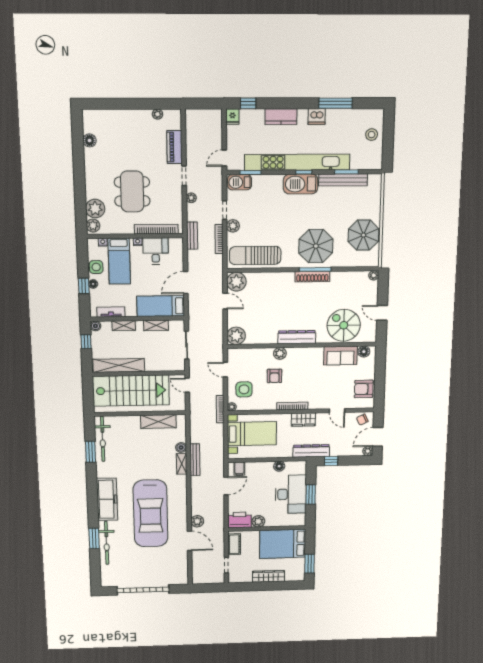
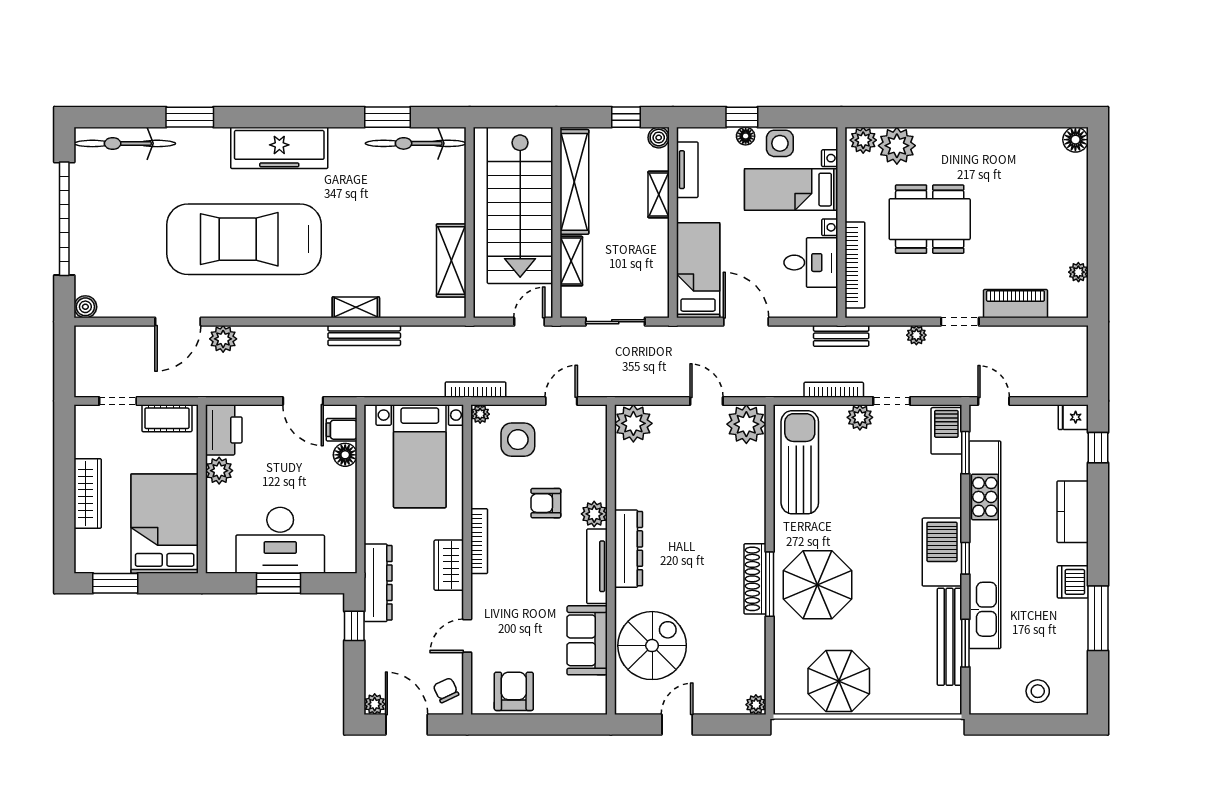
floor lamp: (90, 140) -> (1075, 140), moved
door: (225, 301) -> (707, 401), swing flipped
shelving: (156, 325) -> (571, 261), moved
tv unit: (305, 352) -> (597, 566), added
floor lamp: (364, 352) -> (595, 689), removed
boiler: (181, 447) -> (85, 307), moved
floor lamp: (279, 466) -> (345, 455), moved
bicycle: (107, 543) -> (125, 143), moved

